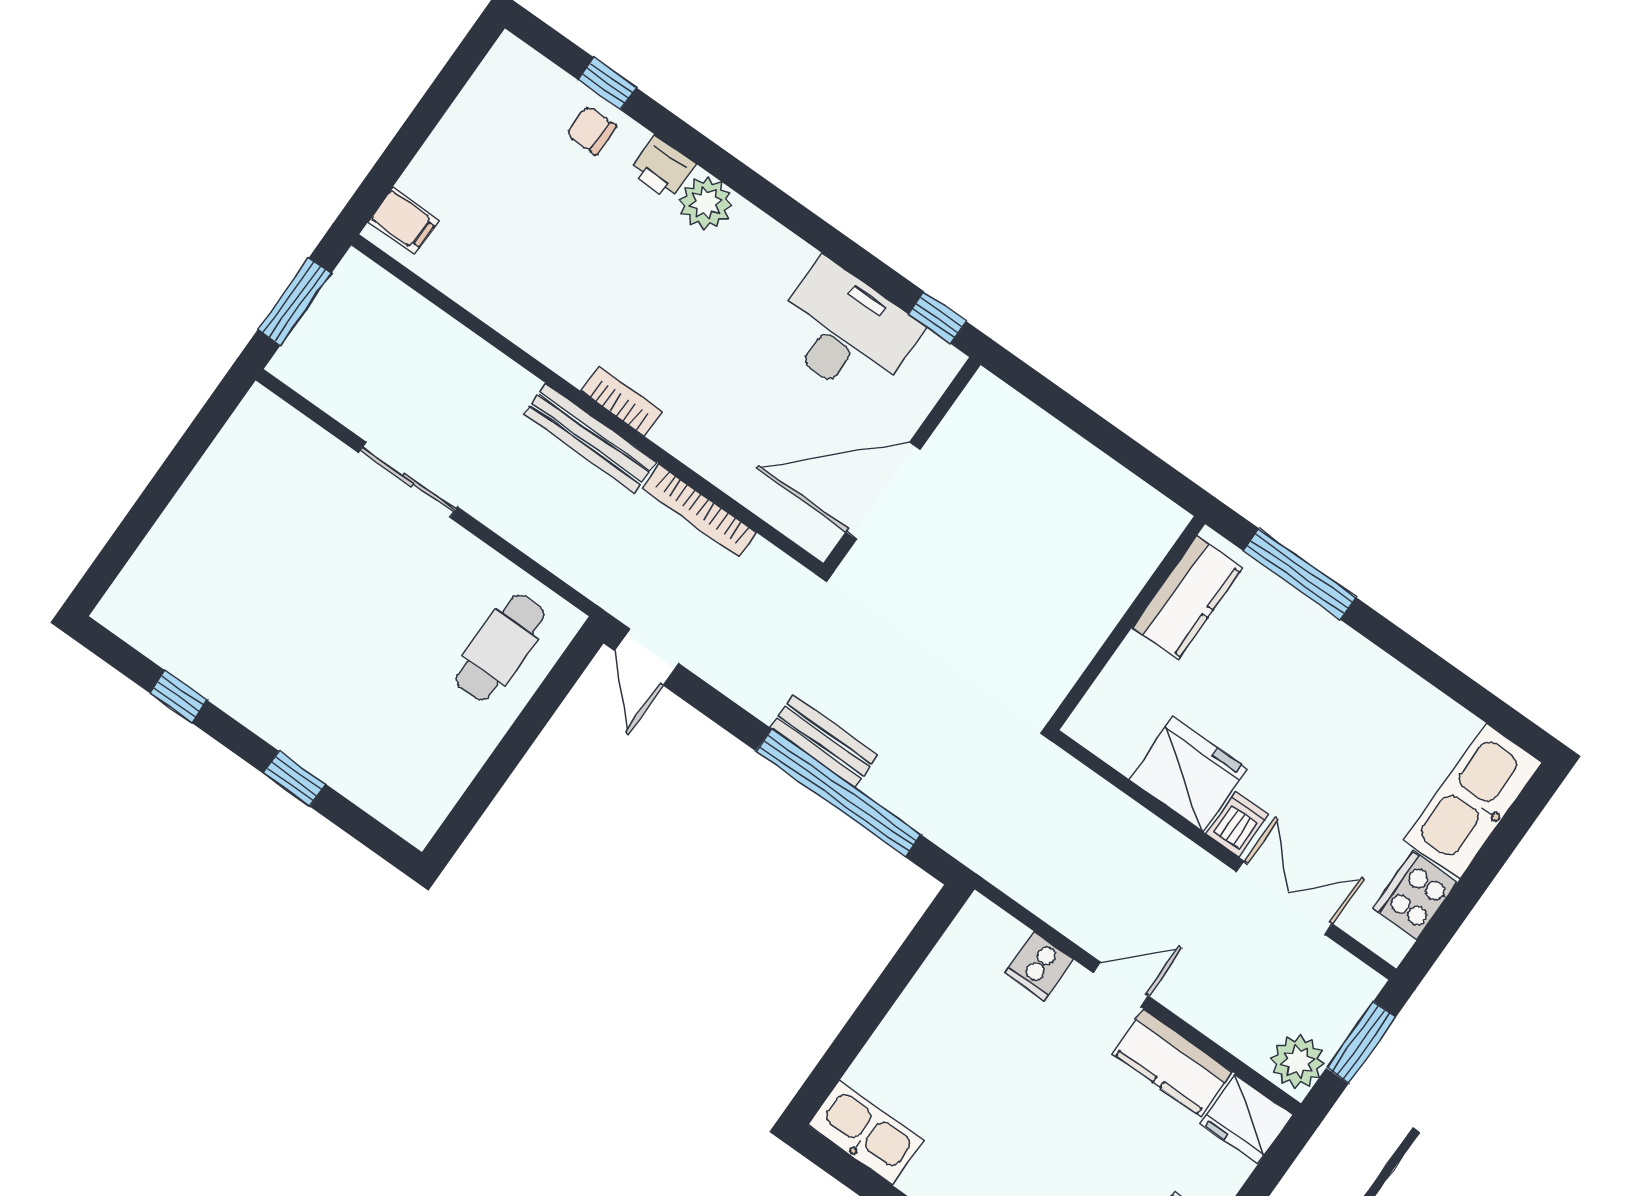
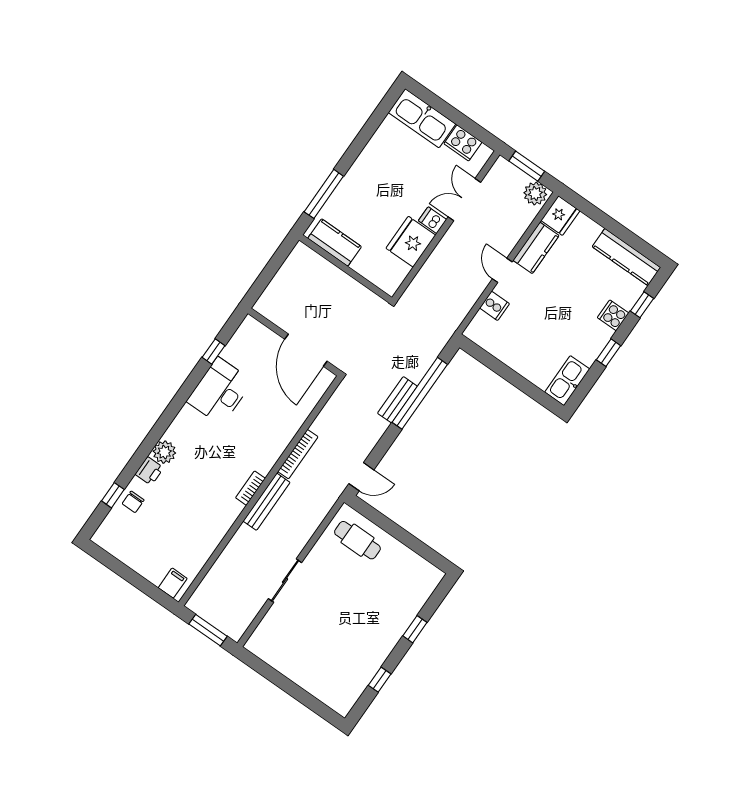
wall: (902, 464) -> (294, 342), moved
door: (883, 491) -> (306, 350), moved

